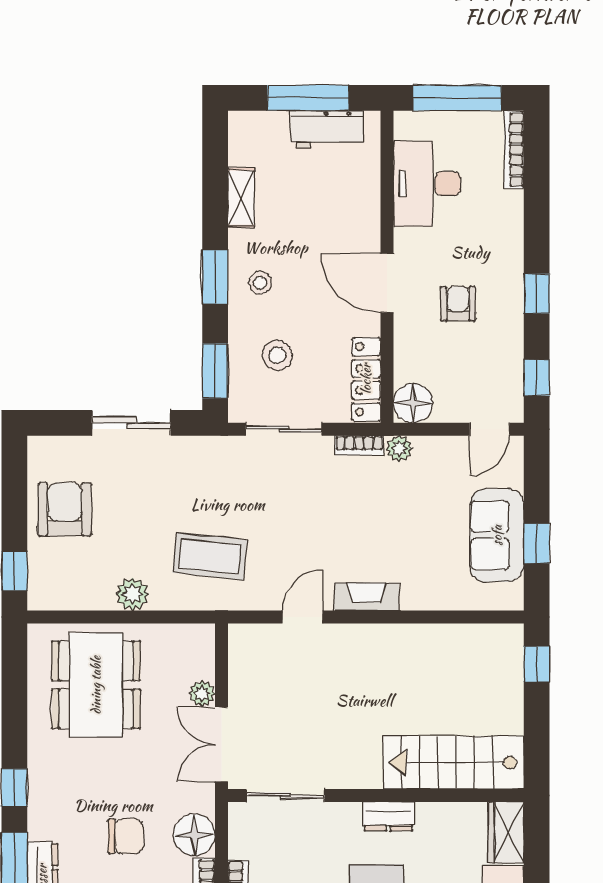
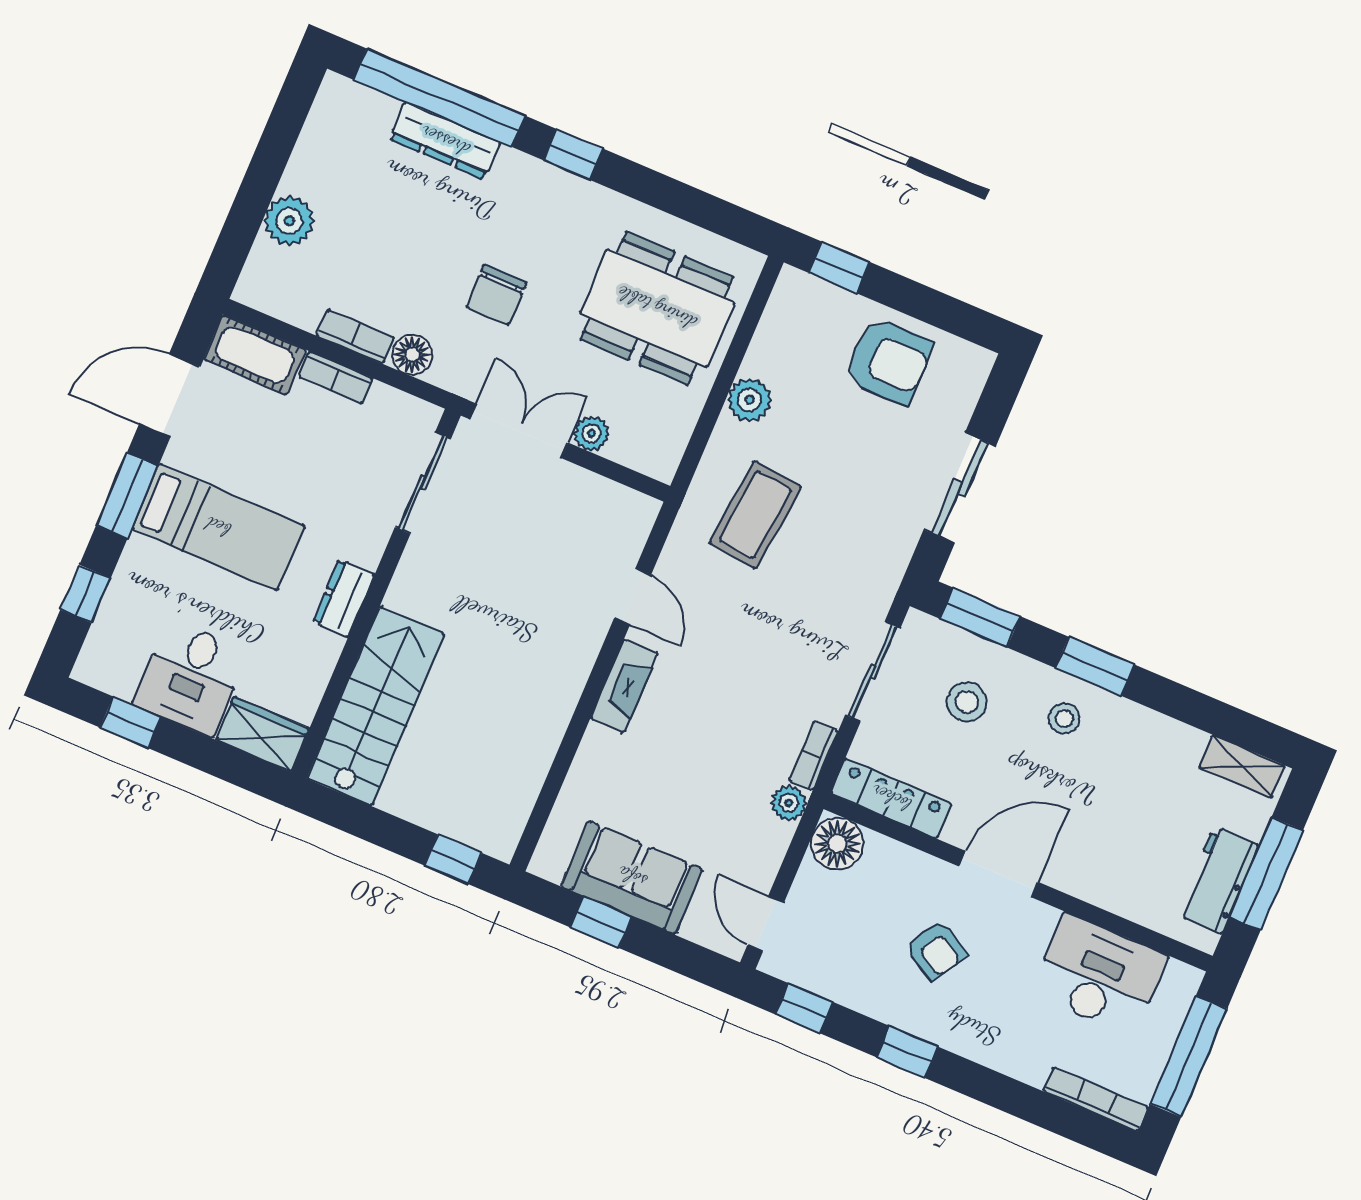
shelving: (241, 198) -> (1242, 766), moved
armchair: (458, 304) -> (936, 950), turned 31
floor lamp: (194, 835) -> (412, 355), width x0.73, depth x0.73
chair: (125, 836) -> (496, 295), moved

